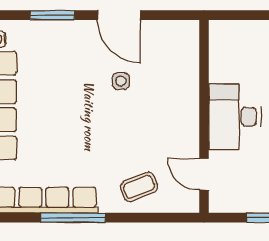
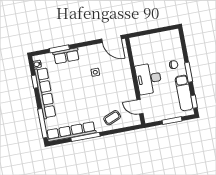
door: (119, 15) -> (111, 39), moved
row of seats: (64, 33) -> (66, 56), added

